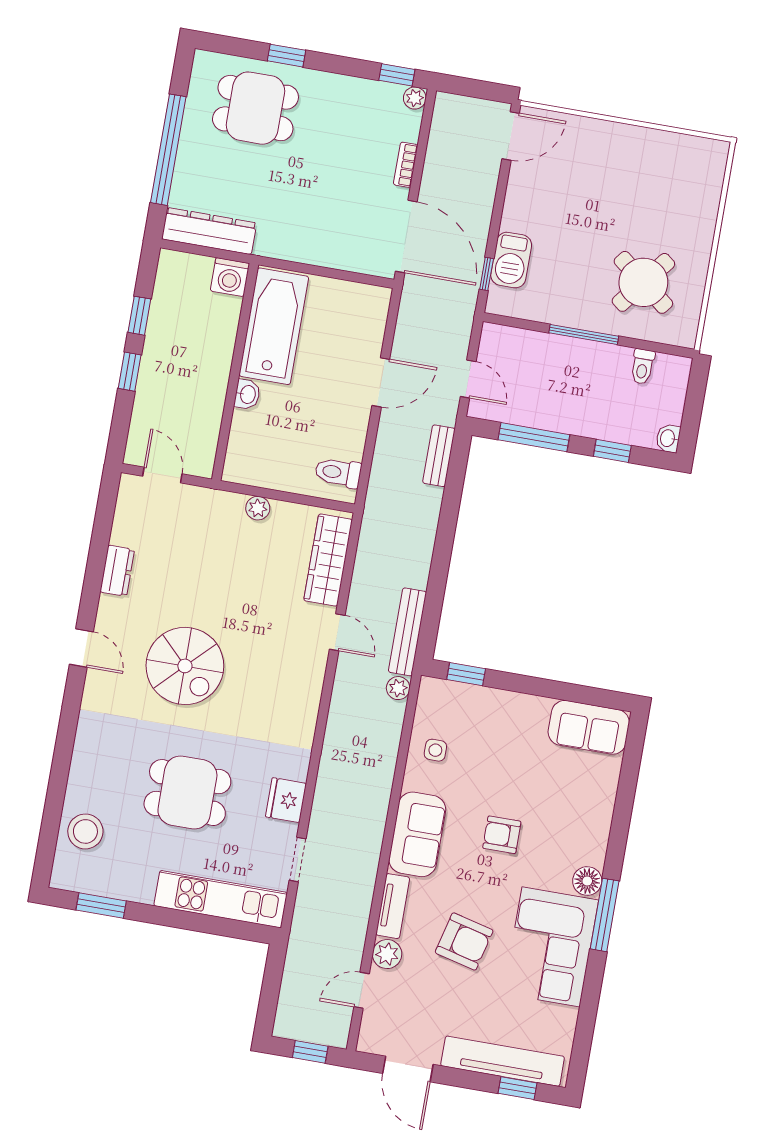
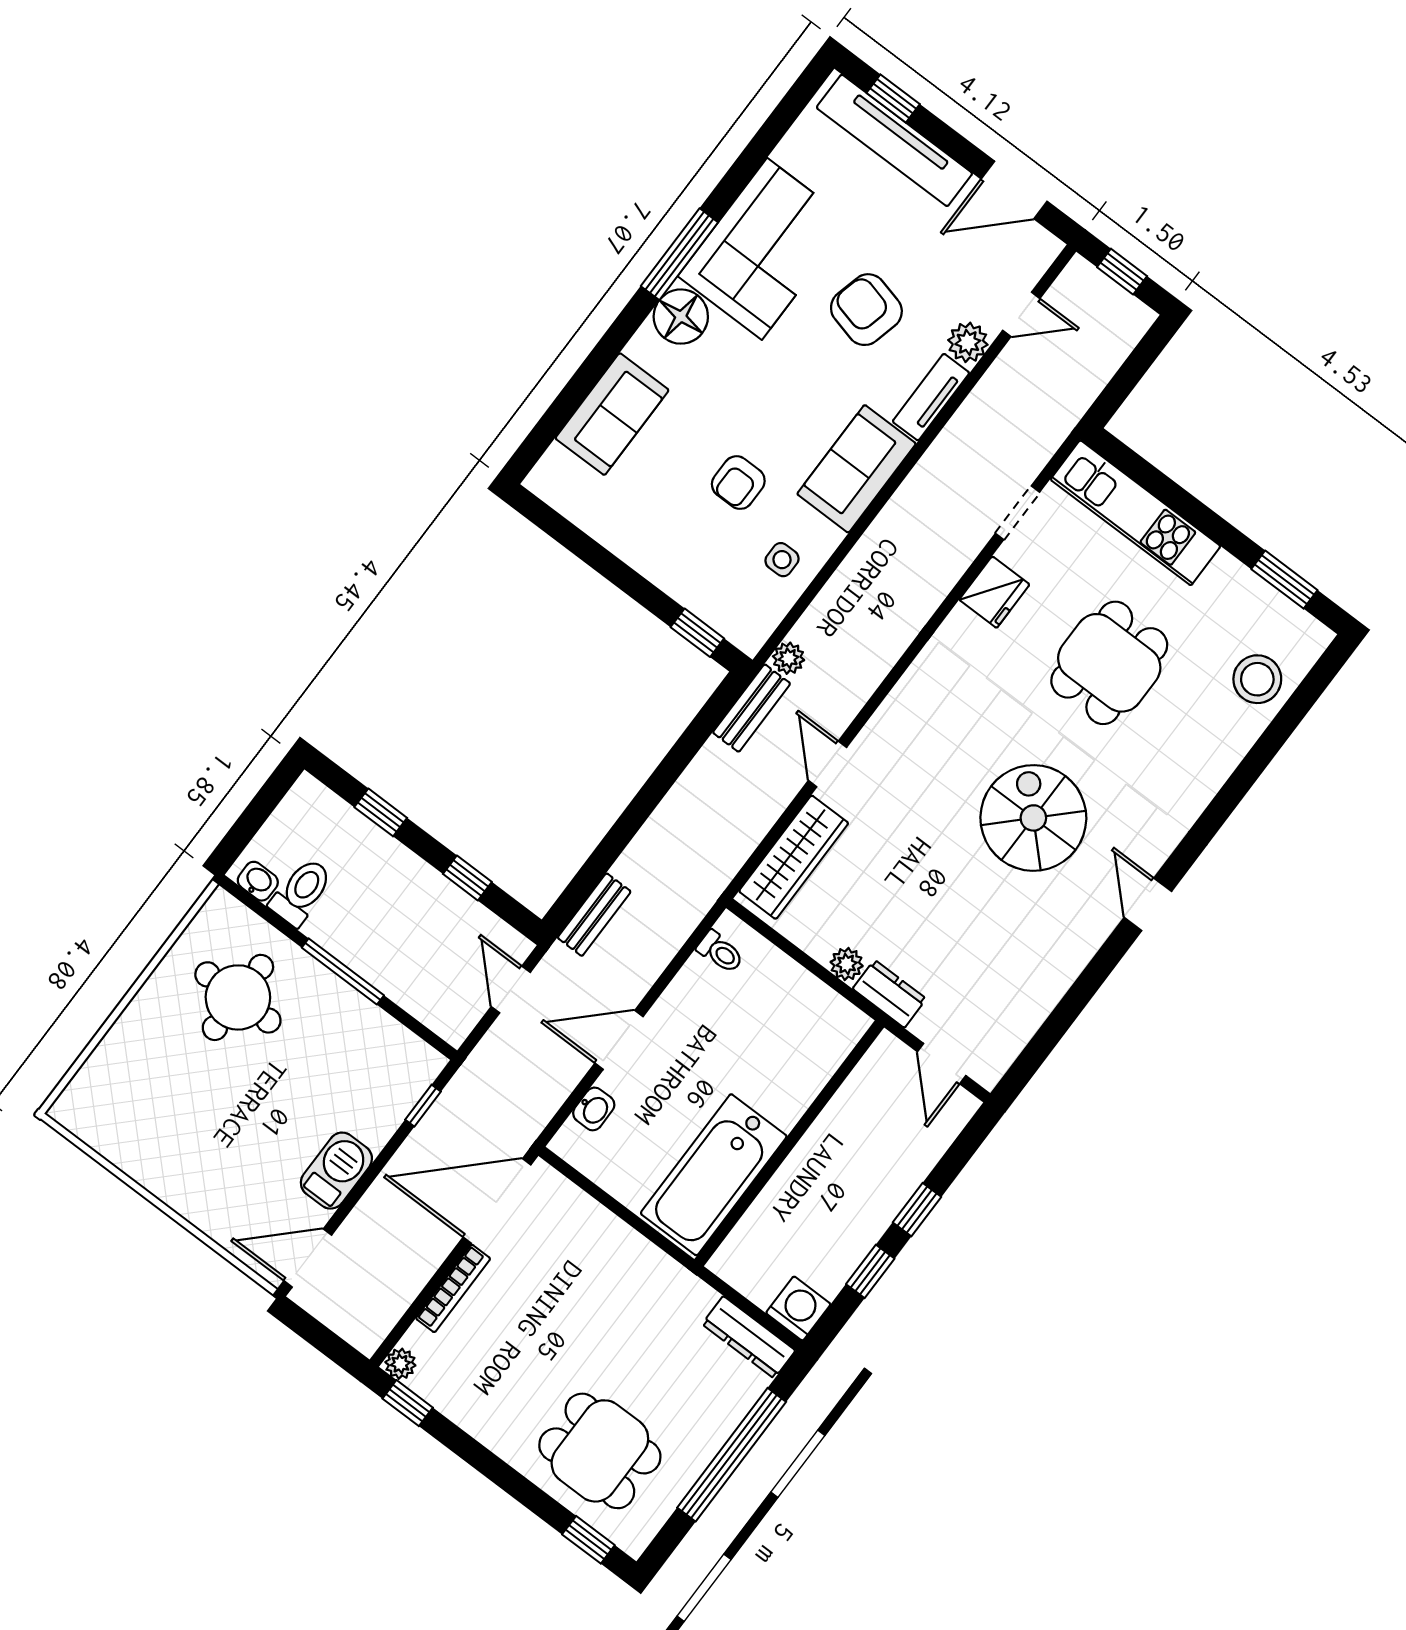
window: (286, 56) -> (588, 1540), moved
bookcase: (406, 165) -> (453, 1288), width x1.56
dresser: (209, 231) -> (749, 1337), width x0.73, depth x0.80
door: (406, 237) -> (497, 1201), hinge flipped
barbecue: (511, 260) -> (336, 1171), moved
washing machine: (230, 277) -> (798, 1309), moved
round table: (643, 282) -> (238, 997), turned -38
toilet: (642, 367) -> (301, 892), width x1.37, depth x1.39
washbasin: (247, 394) -> (594, 1109), moved, turned 180
window: (534, 437) -> (467, 878), width x0.46
washbasin: (668, 438) -> (258, 881), moved, turned -90
toilet: (338, 473) -> (720, 952), width x0.73, depth x0.72
dresser: (117, 571) -> (889, 994), moved, turned 90
bench: (407, 632) -> (752, 708), width x0.73
sofa: (589, 727) -> (612, 414), moved, turned 90
dining table: (187, 793) -> (1109, 663), turned 90
armchair: (502, 835) -> (738, 483), moved, turned 90
floor lamp: (587, 881) -> (681, 317), width x1.38, depth x1.38
door: (408, 1069) -> (1014, 190), swing flipped

